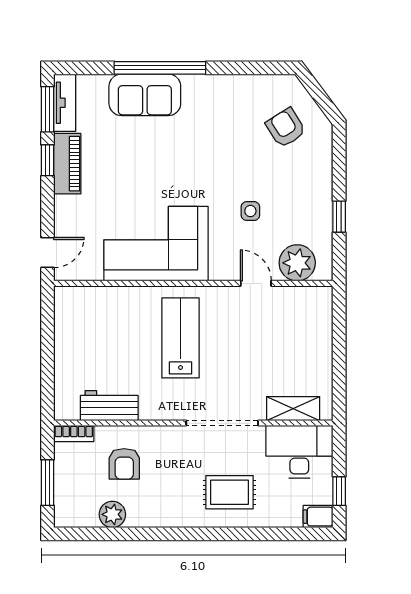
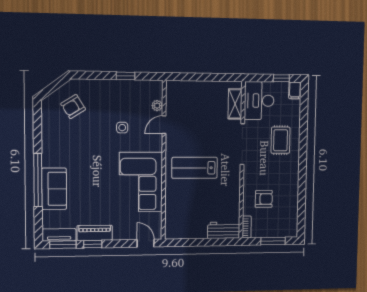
plant: (297, 263) -> (157, 106), width x0.53, depth x0.53
workbench: (109, 406) -> (224, 230), moved, turned 90
plant: (112, 514) -> (291, 205), removed

